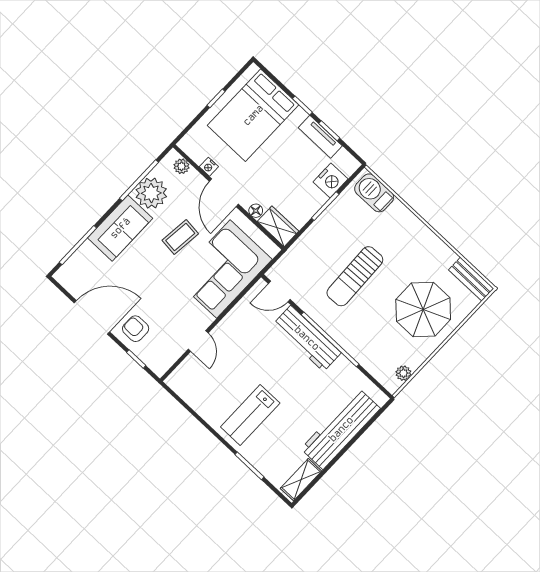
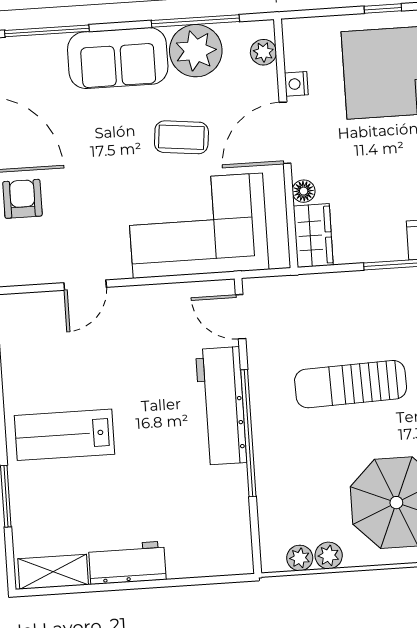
plant: (415, 360) -> (329, 555), added
workbench: (341, 429) -> (127, 563), width x0.53, depth x0.76

